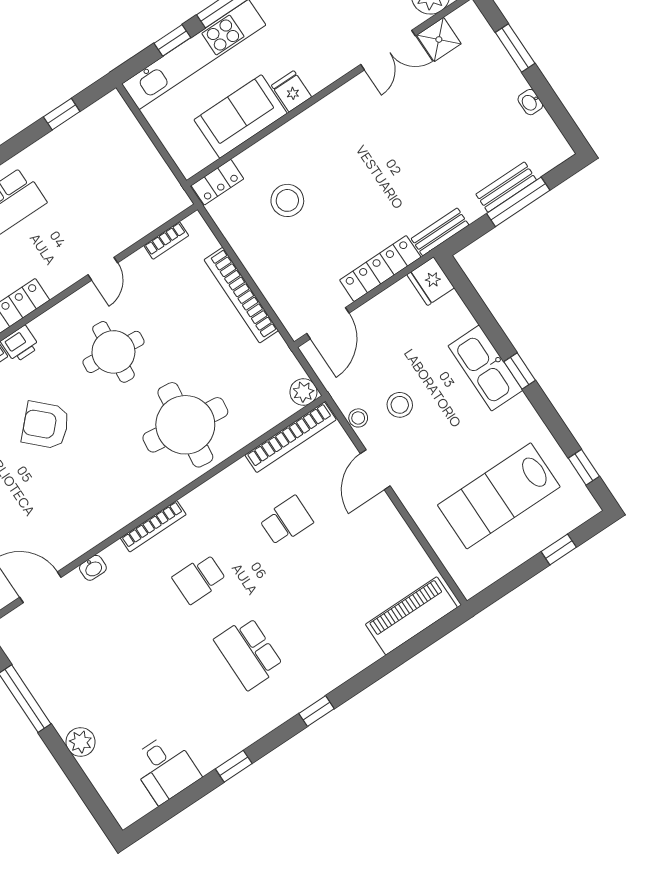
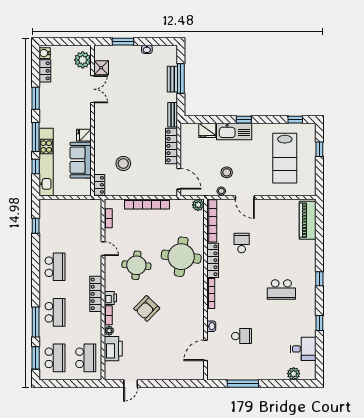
fridge: (431, 281) -> (207, 130), moved
locker: (218, 488) -> (213, 260), added
school desk: (199, 579) -> (242, 336), moved, turned -90
plant: (81, 742) -> (294, 374), moved

